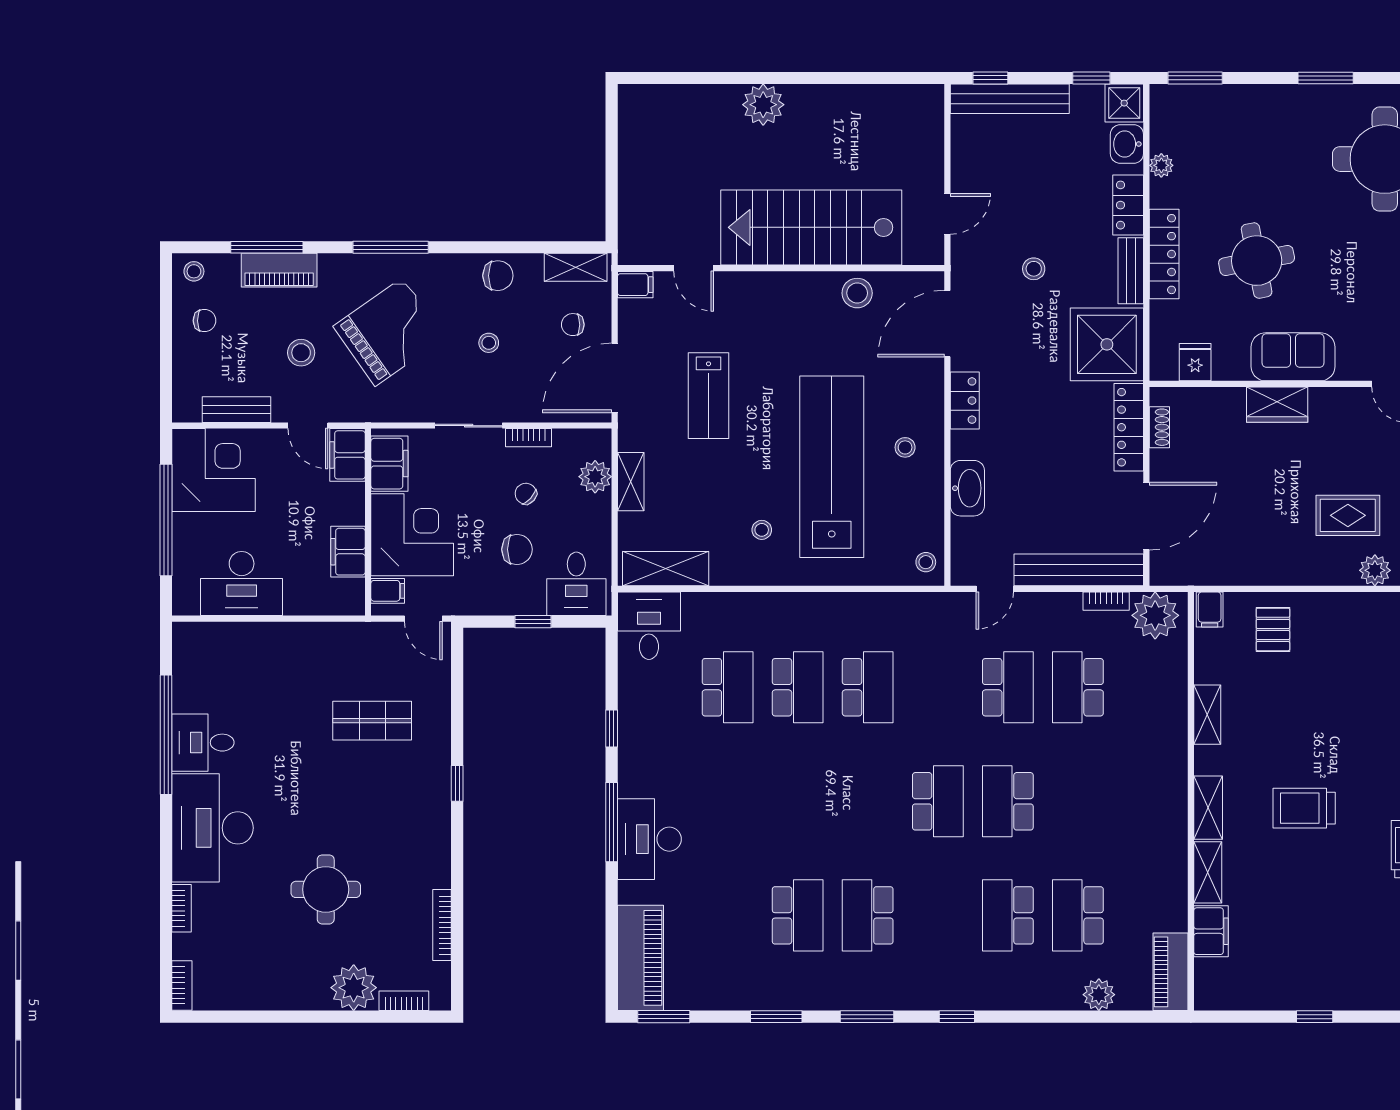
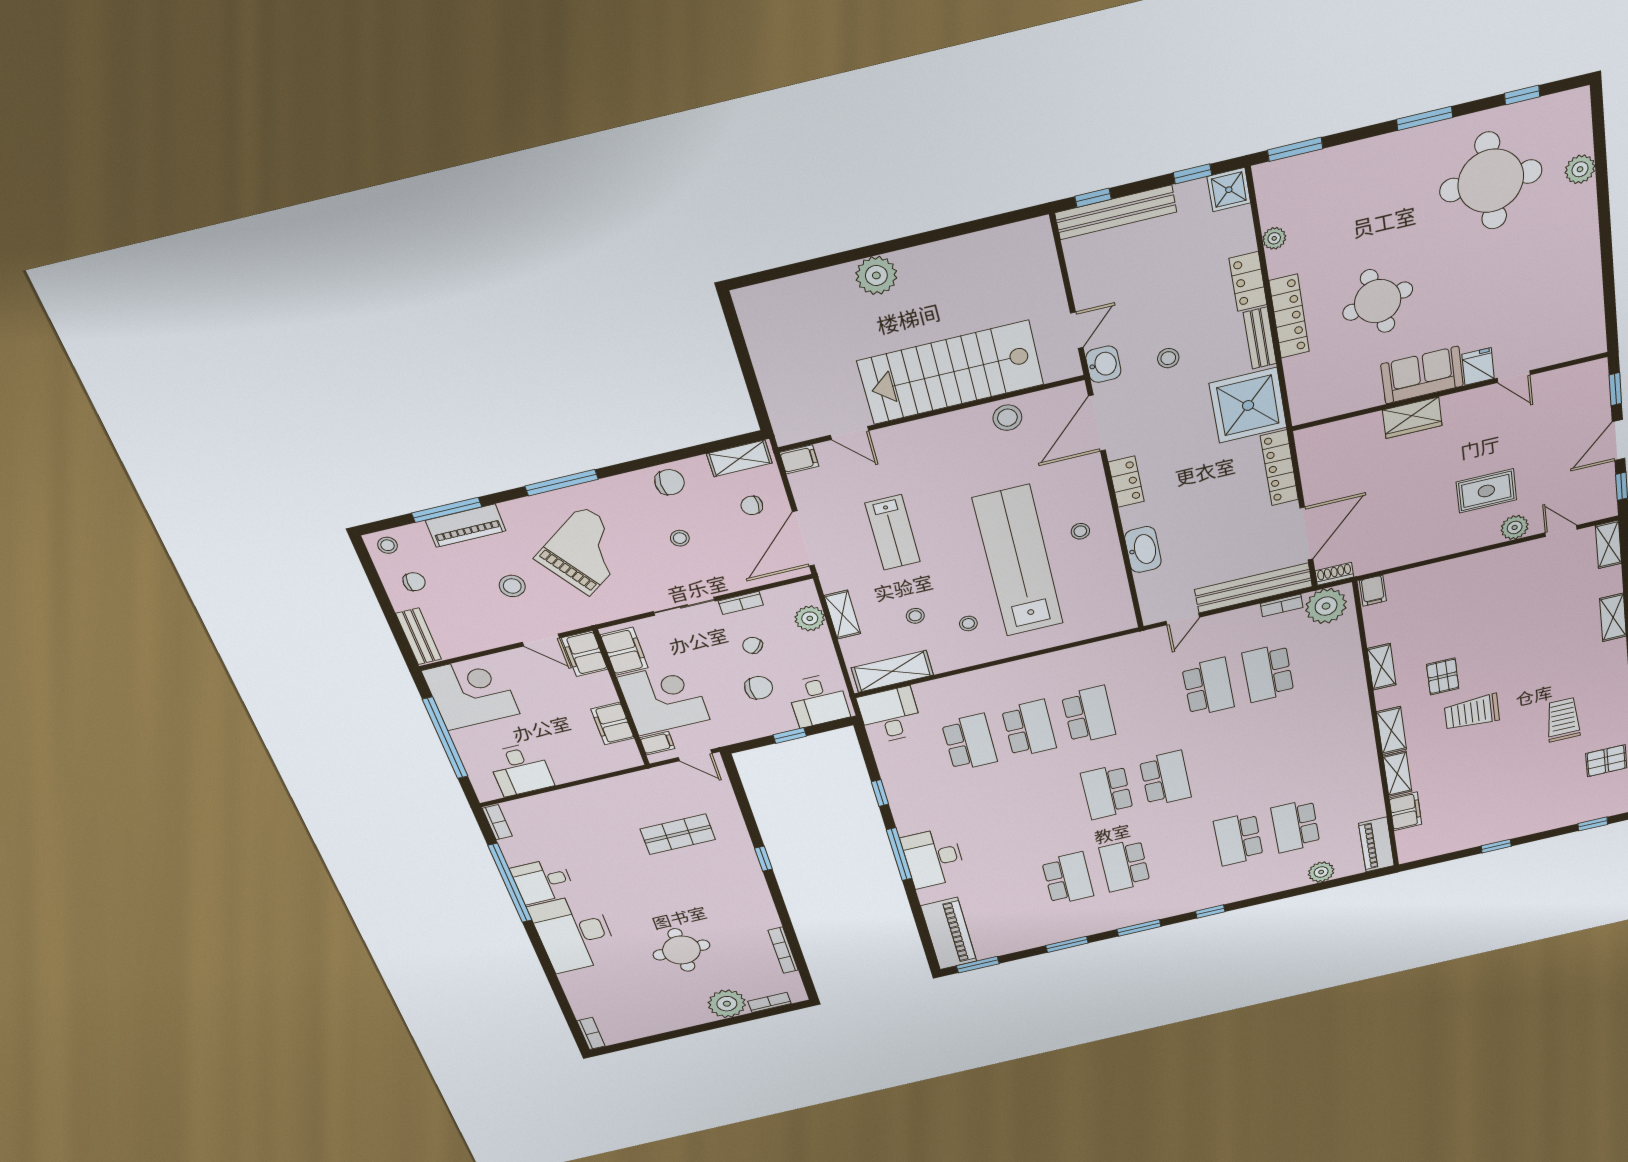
washbasin: (1127, 144) -> (1103, 364), moved, turned 180
fridge: (1195, 362) -> (1478, 366), moved
bench: (236, 410) -> (419, 636), moved, turned 90
shoe rack: (1159, 427) -> (1334, 574), moved, turned -90
stool: (926, 562) -> (915, 616), moved
desk: (242, 584) -> (520, 770), width x0.73
pallet: (1273, 629) -> (1443, 676), moved
school desk: (1008, 801) -> (1107, 792), moved
bookcase: (181, 908) -> (497, 822), moved

